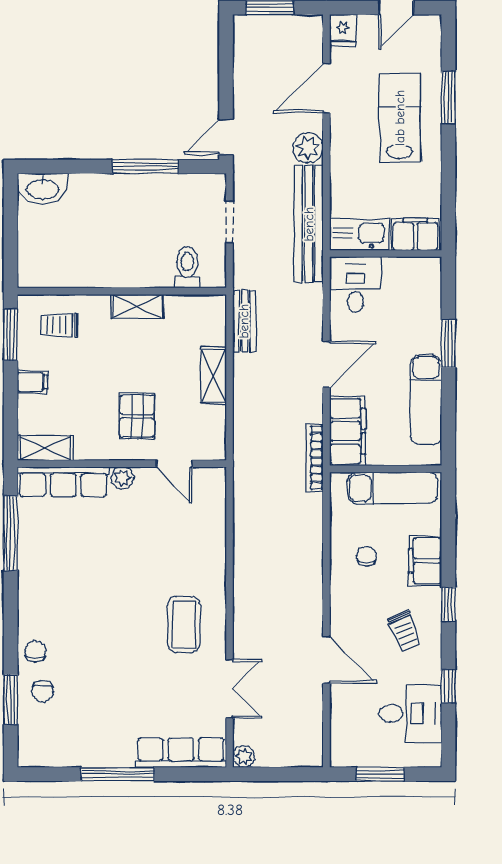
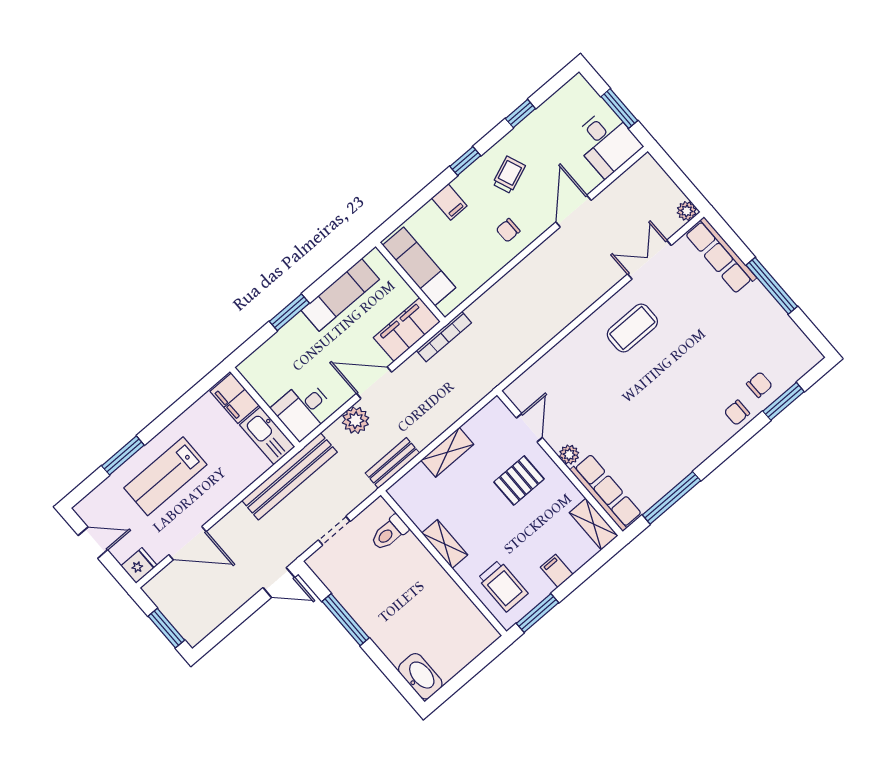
plant: (308, 148) -> (356, 420), moved
trolley: (59, 325) -> (503, 586), width x1.36, depth x1.39
chair: (366, 556) -> (508, 230), moved
filing cabinet: (425, 561) -> (449, 202), width x0.50
desk: (410, 713) -> (606, 142), moved, turned 180

